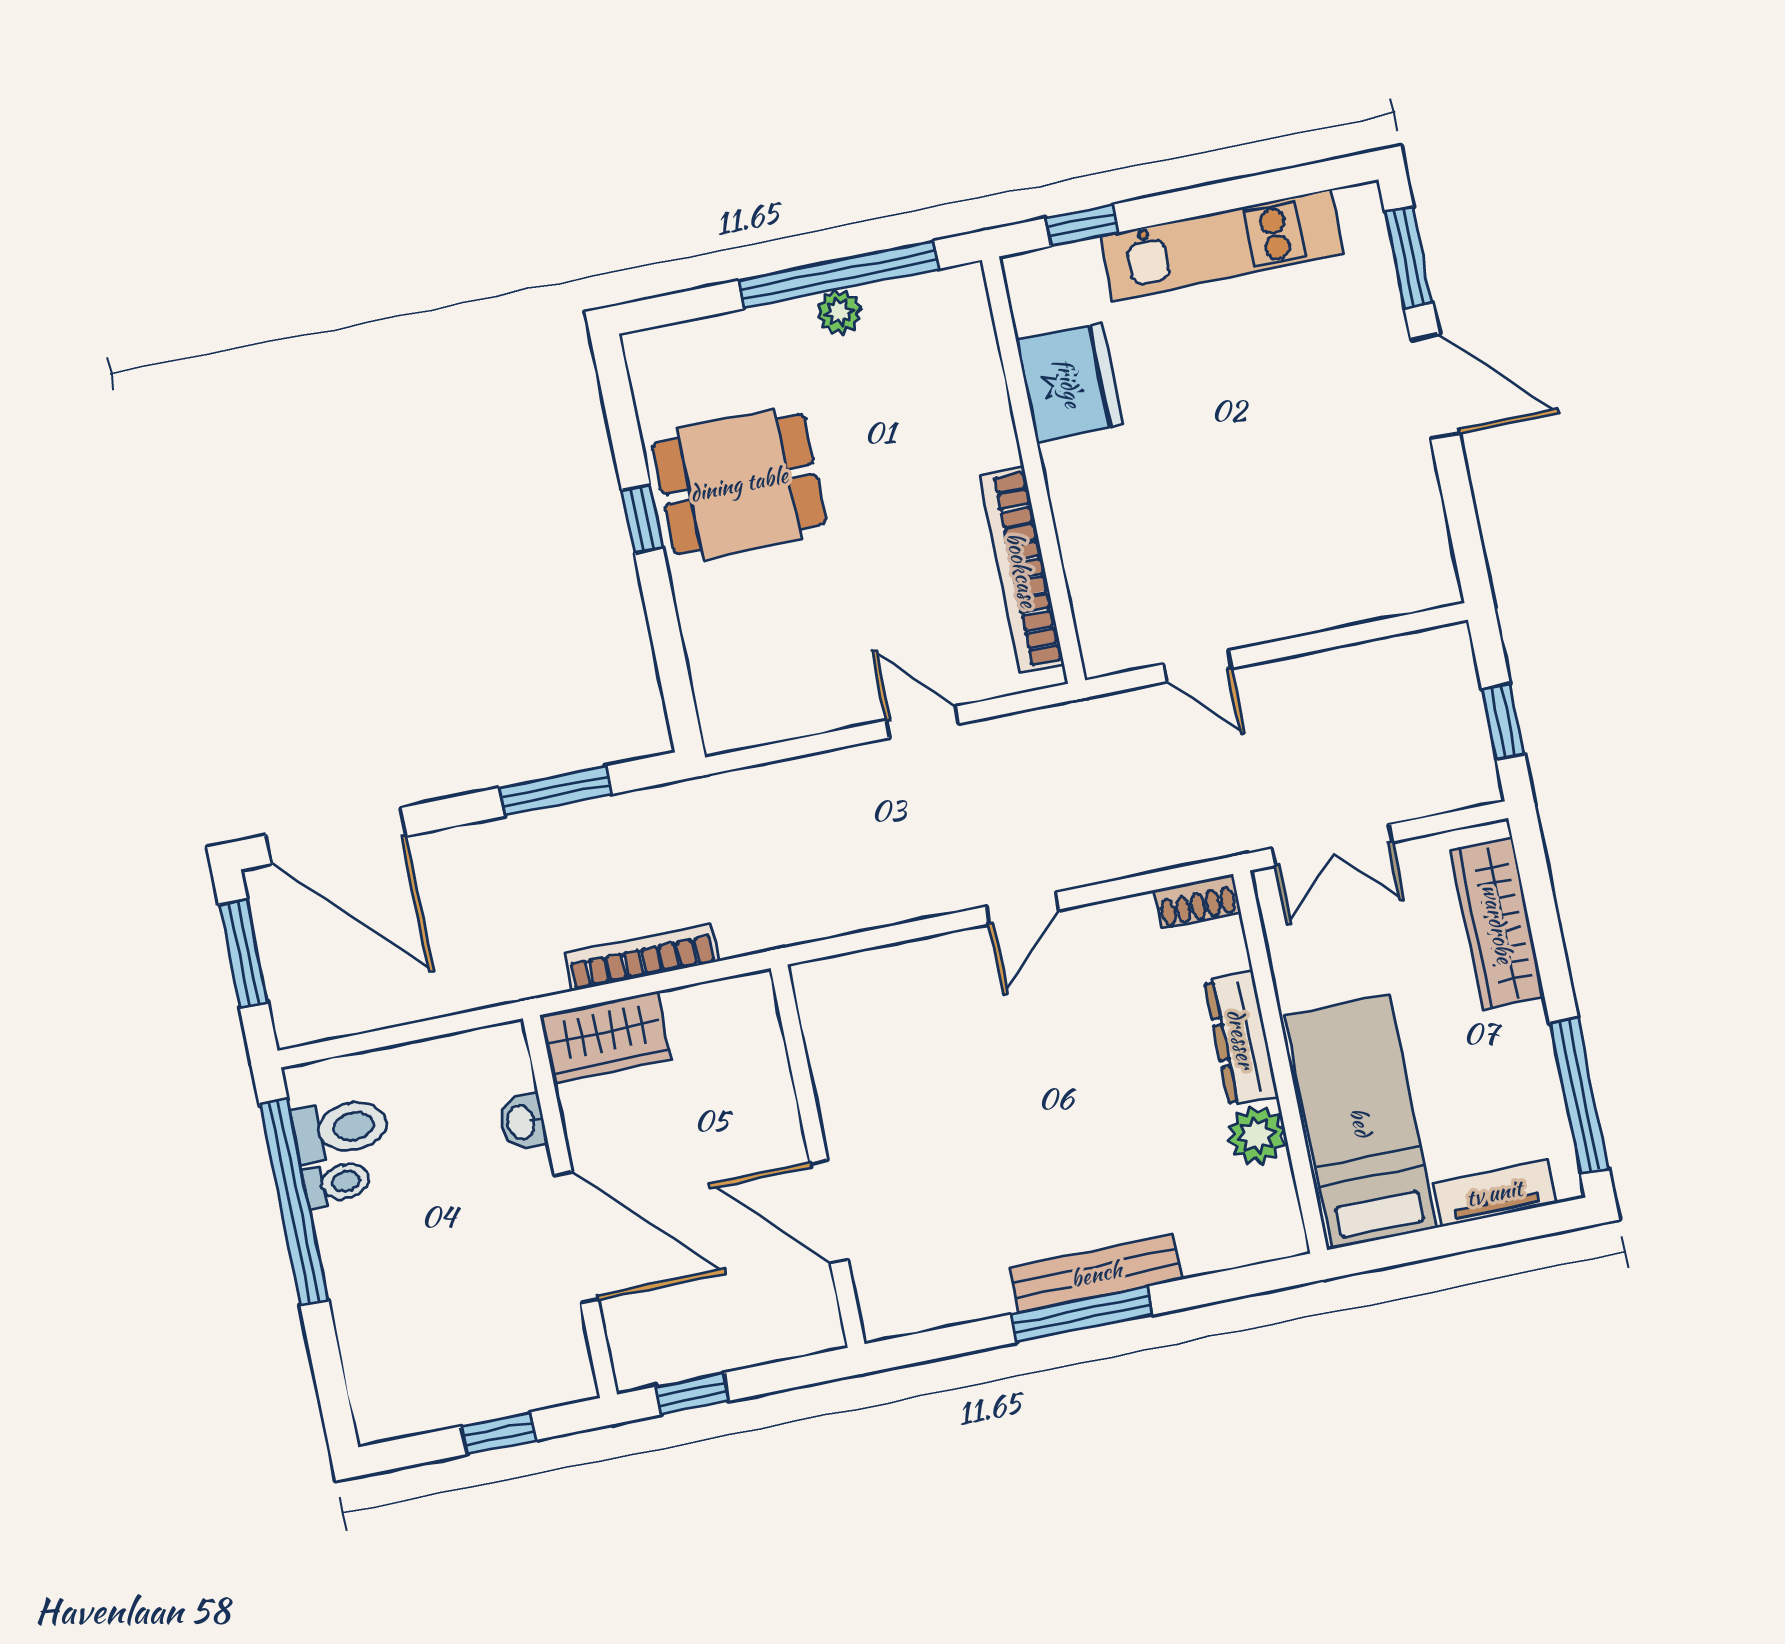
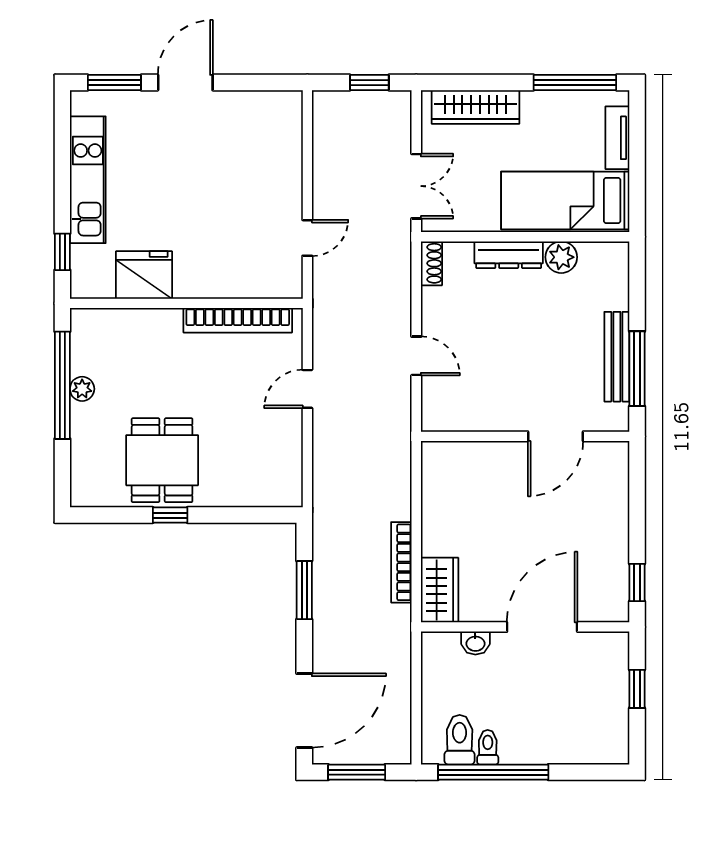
wall: (818, 1156) -> (525, 436), moved
door: (829, 1211) -> (555, 436), moved

